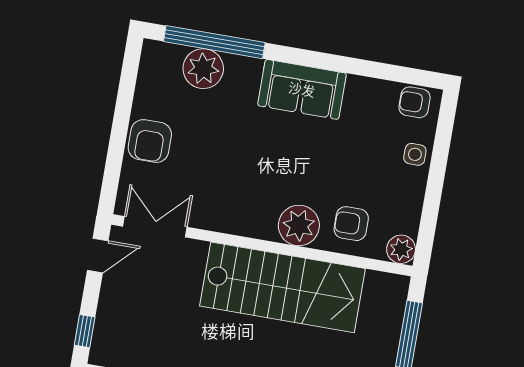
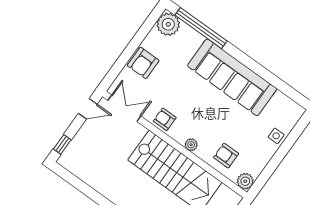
plant: (203, 69) -> (168, 24), moved
sofa: (302, 89) -> (232, 77), width x1.85, depth x1.27
armchair: (415, 102) -> (165, 119), moved
plant: (299, 225) -> (191, 145), width x0.53, depth x0.53

